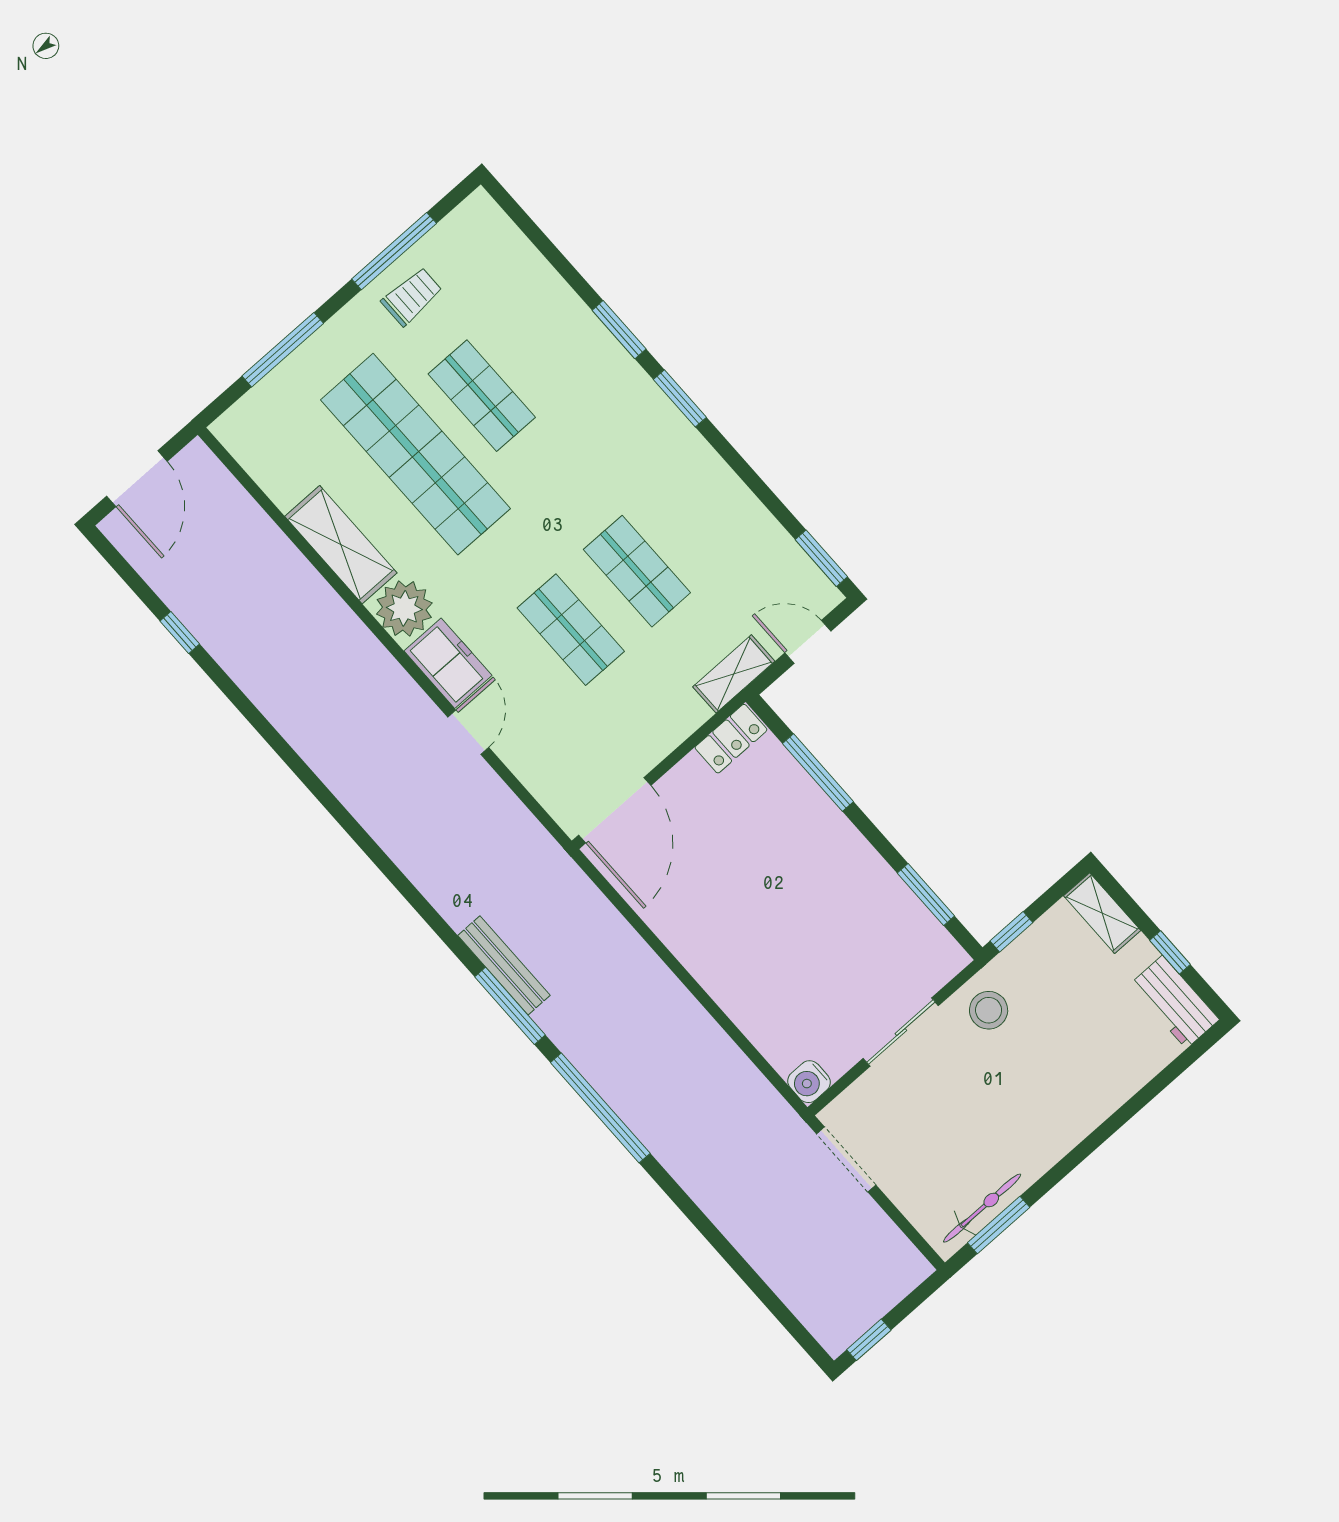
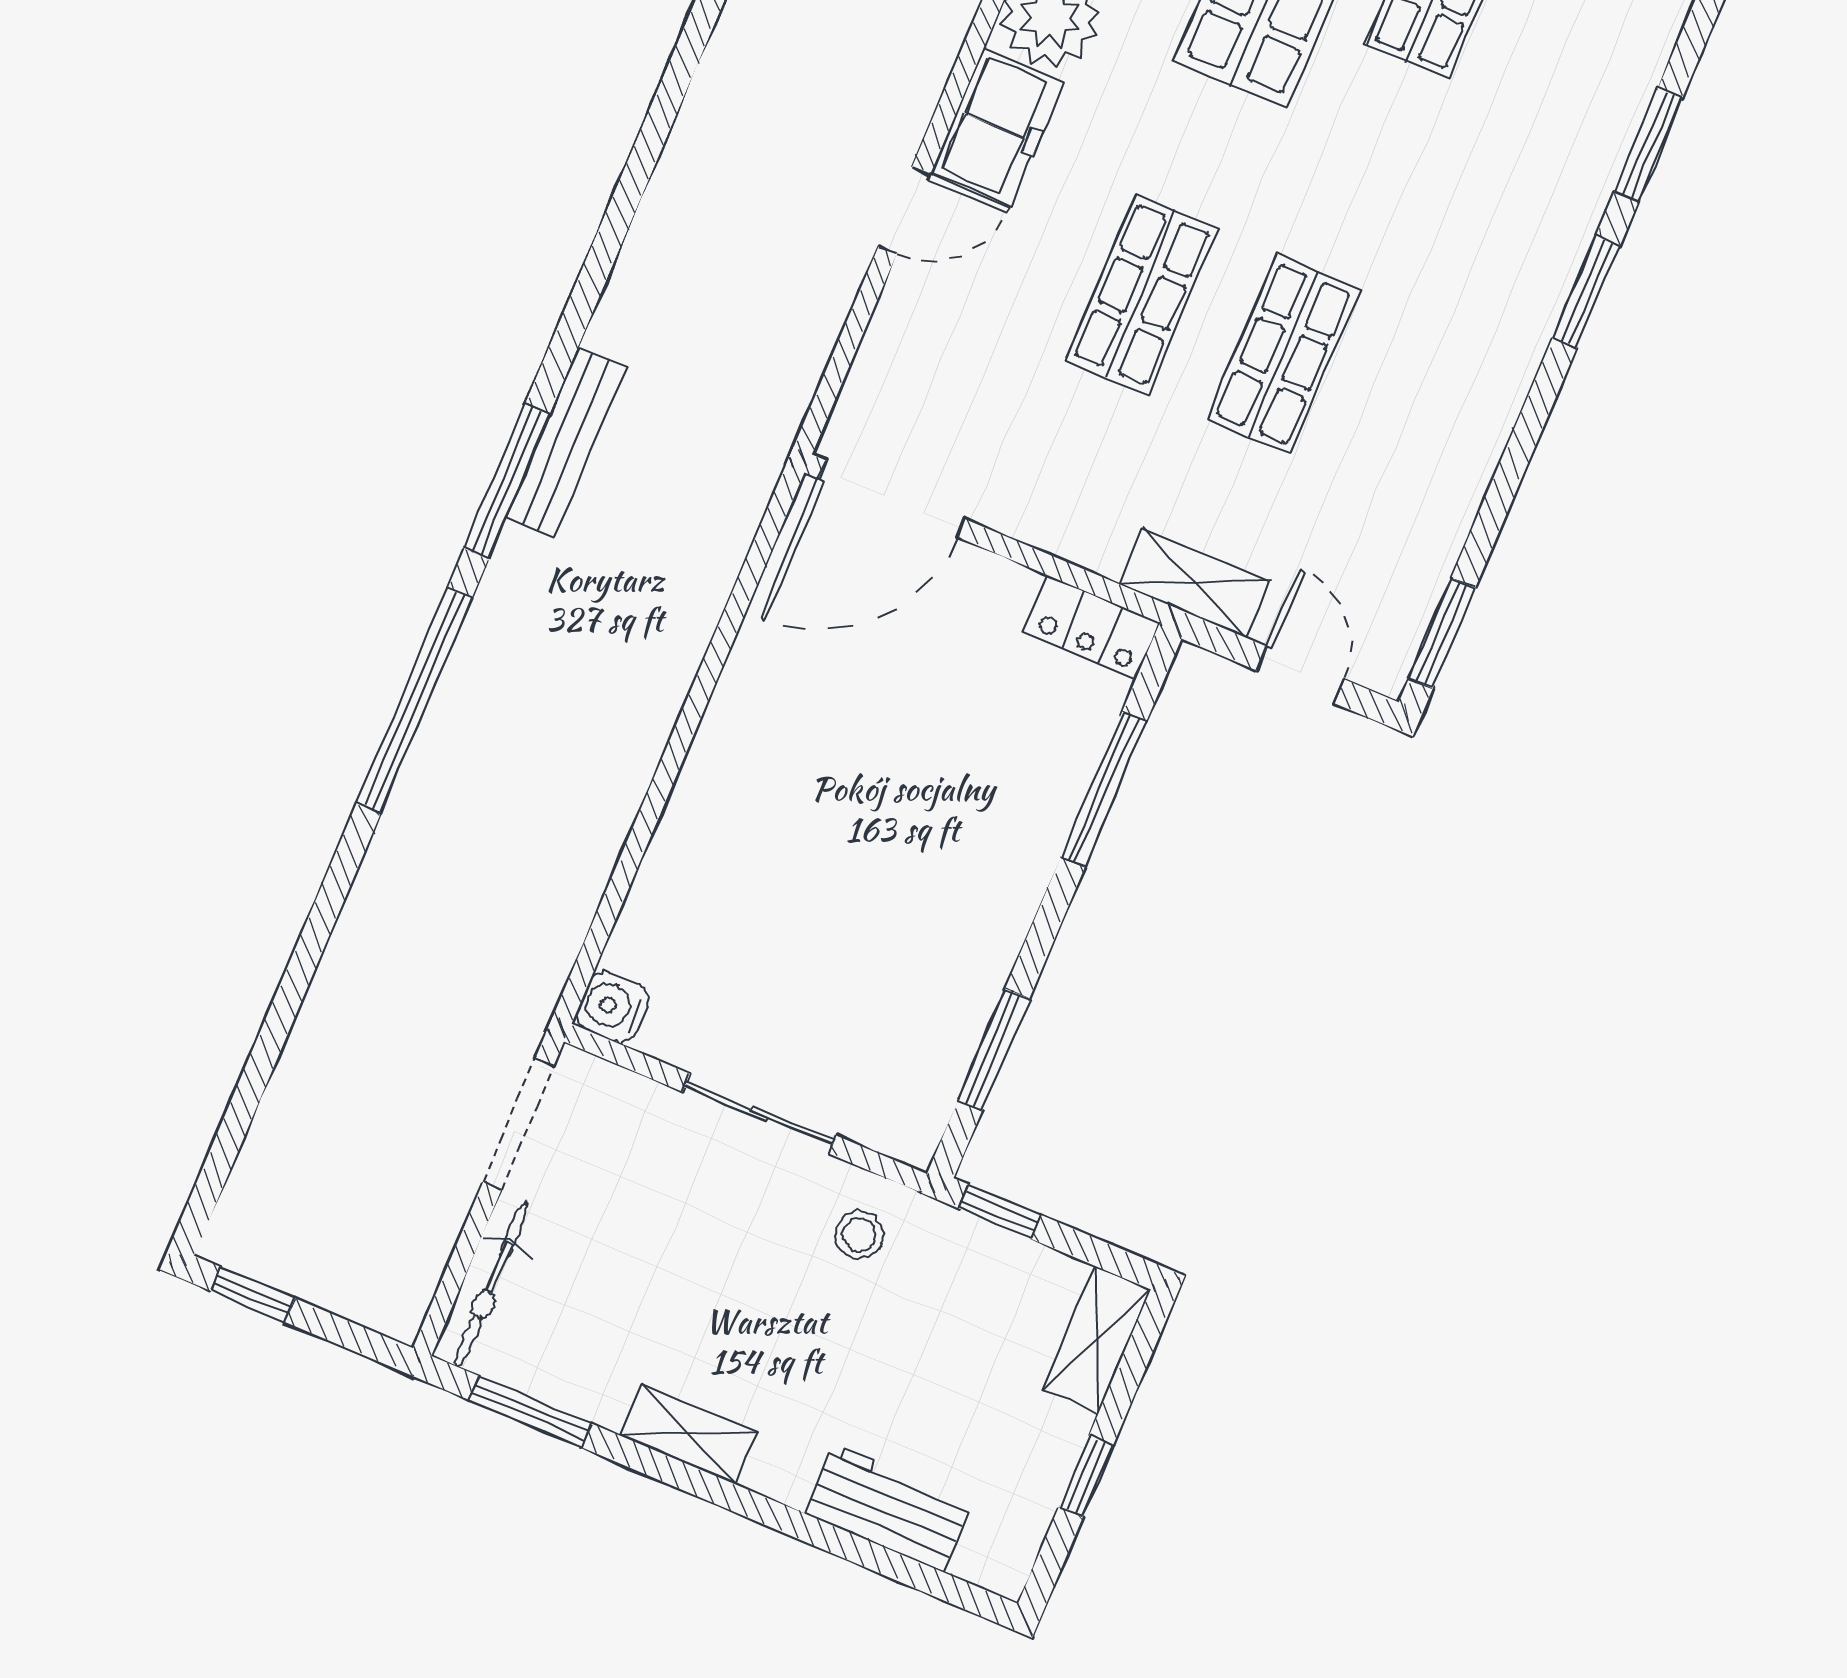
workbench: (1174, 1002) -> (890, 1507), moved, turned 90
stool: (989, 1010) -> (859, 1235), width x0.73, depth x0.73
shelving: (1050, 1148) -> (689, 1434), added
bicycle: (982, 1208) -> (492, 1285), moved, turned 90

